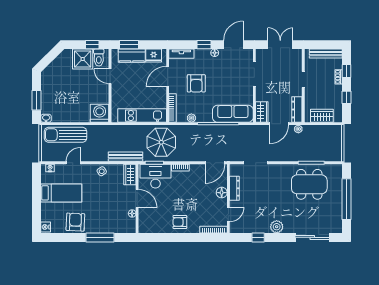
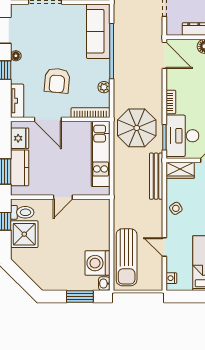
door: (110, 76) -> (63, 197), moved
armchair: (196, 83) -> (57, 81), turned 95
washing machine: (100, 113) -> (97, 263), moved

